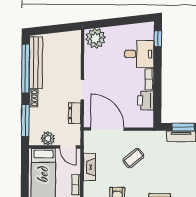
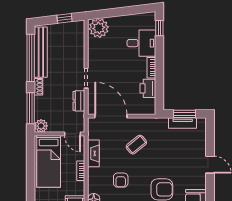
window: (60, 28) -> (65, 18), added
plant: (48, 139) -> (41, 126), moved

